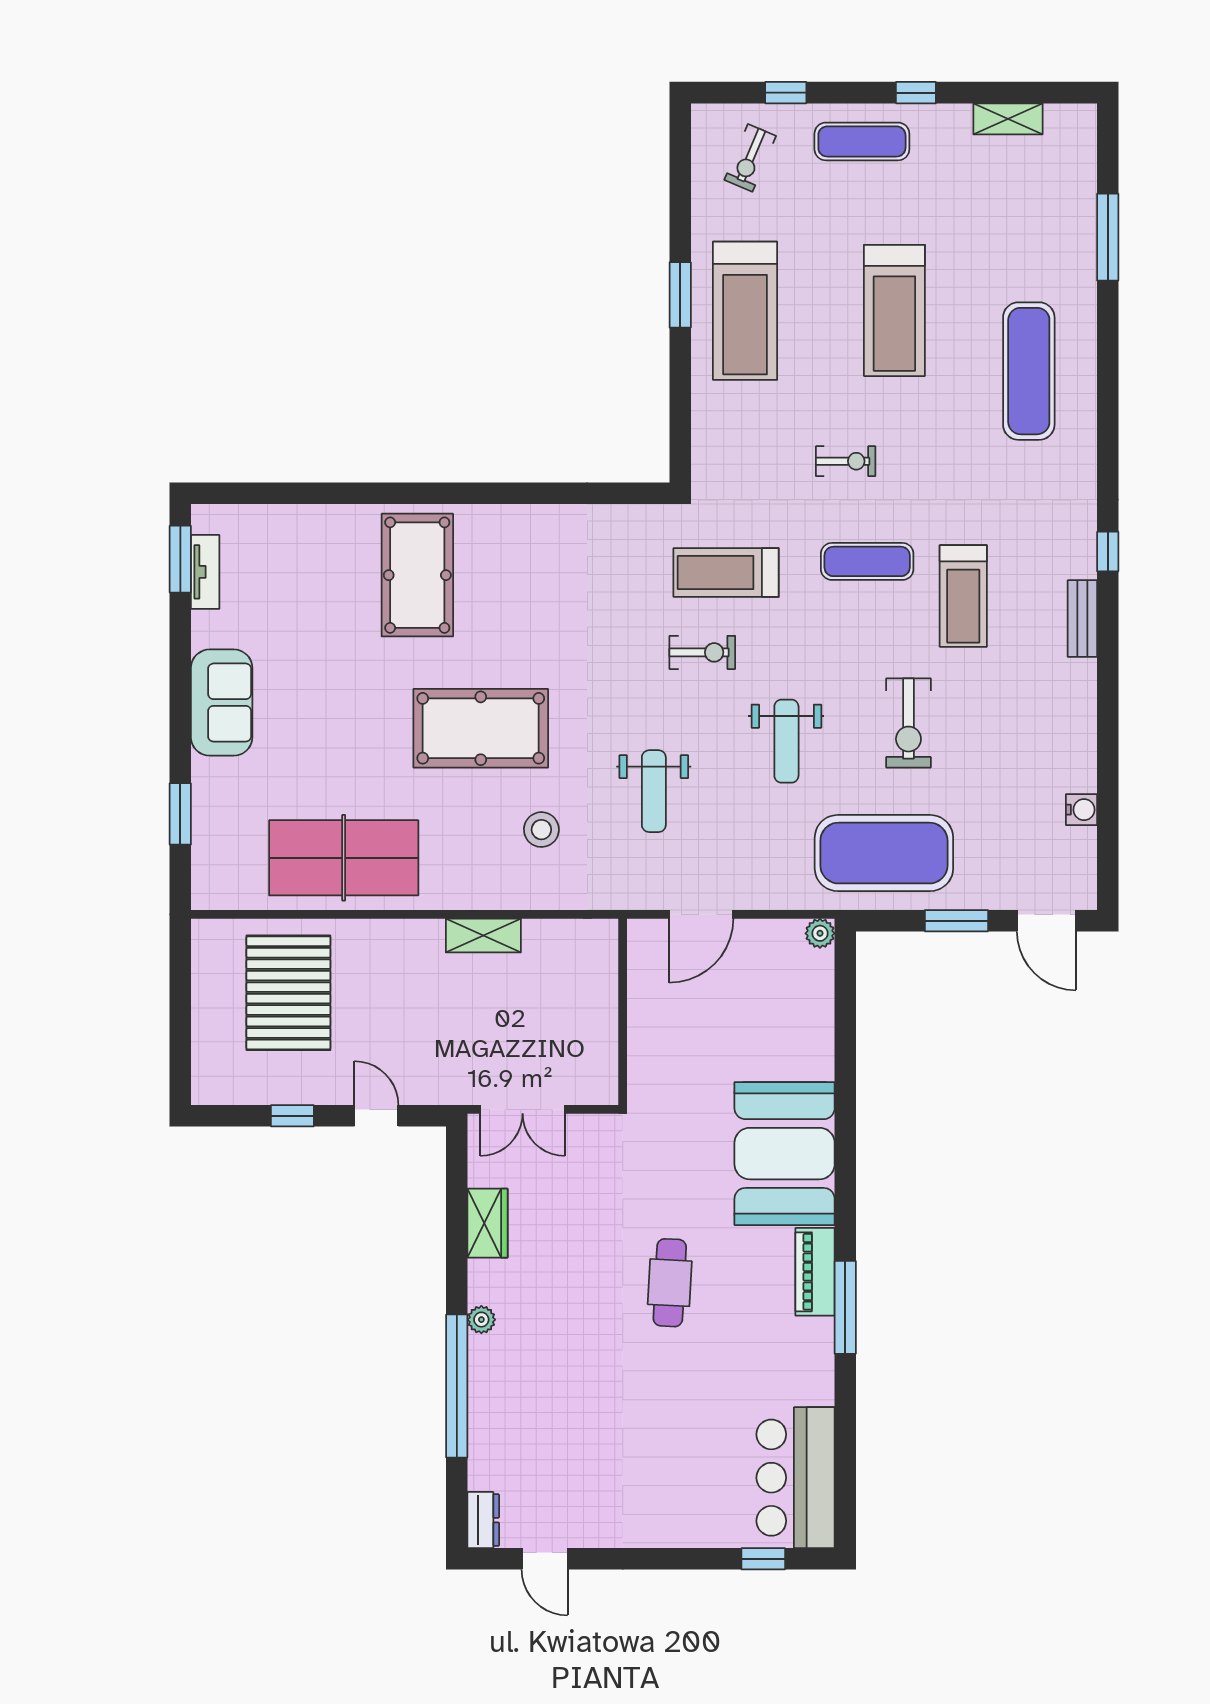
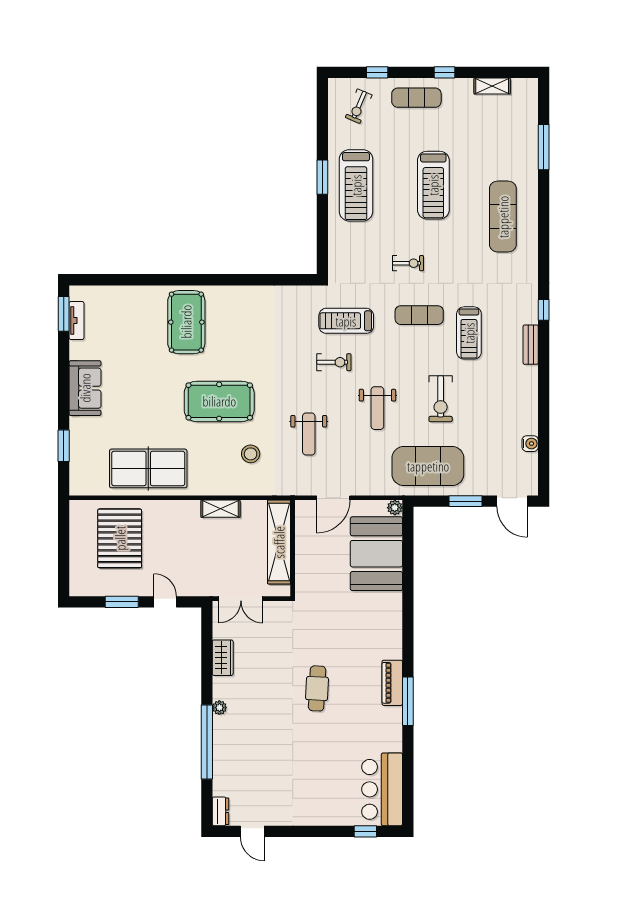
shelving: (596, 1000) -> (279, 542), added
window: (292, 1116) -> (122, 602), width x1.50
booth: (785, 1154) -> (376, 554), moved

